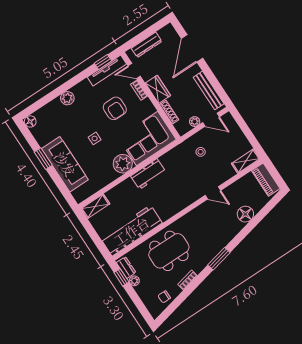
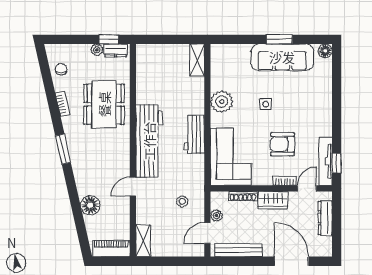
plant: (67, 98) -> (324, 103), removed
sofa: (65, 164) -> (282, 57), moved
plant: (123, 164) -> (222, 102), moved
workbench: (131, 231) -> (149, 141), moved

